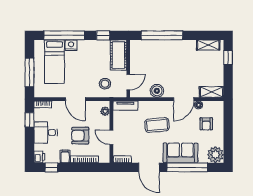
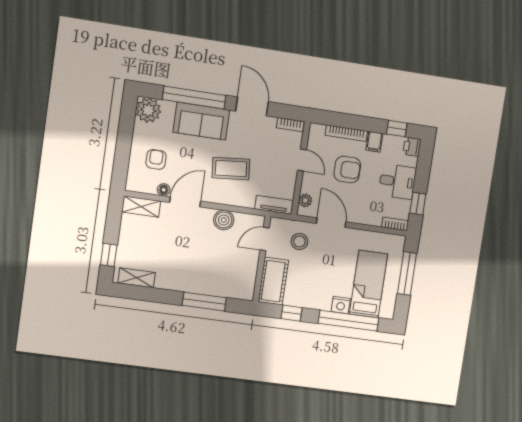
window: (162, 35) -> (204, 302), width x0.68
door: (75, 99) -> (331, 223), moved

